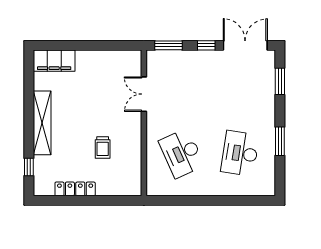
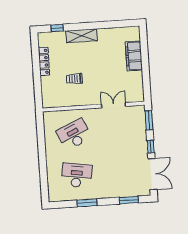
filing cabinet: (54, 61) -> (134, 56), moved
shelving: (42, 123) -> (82, 36), width x0.68

